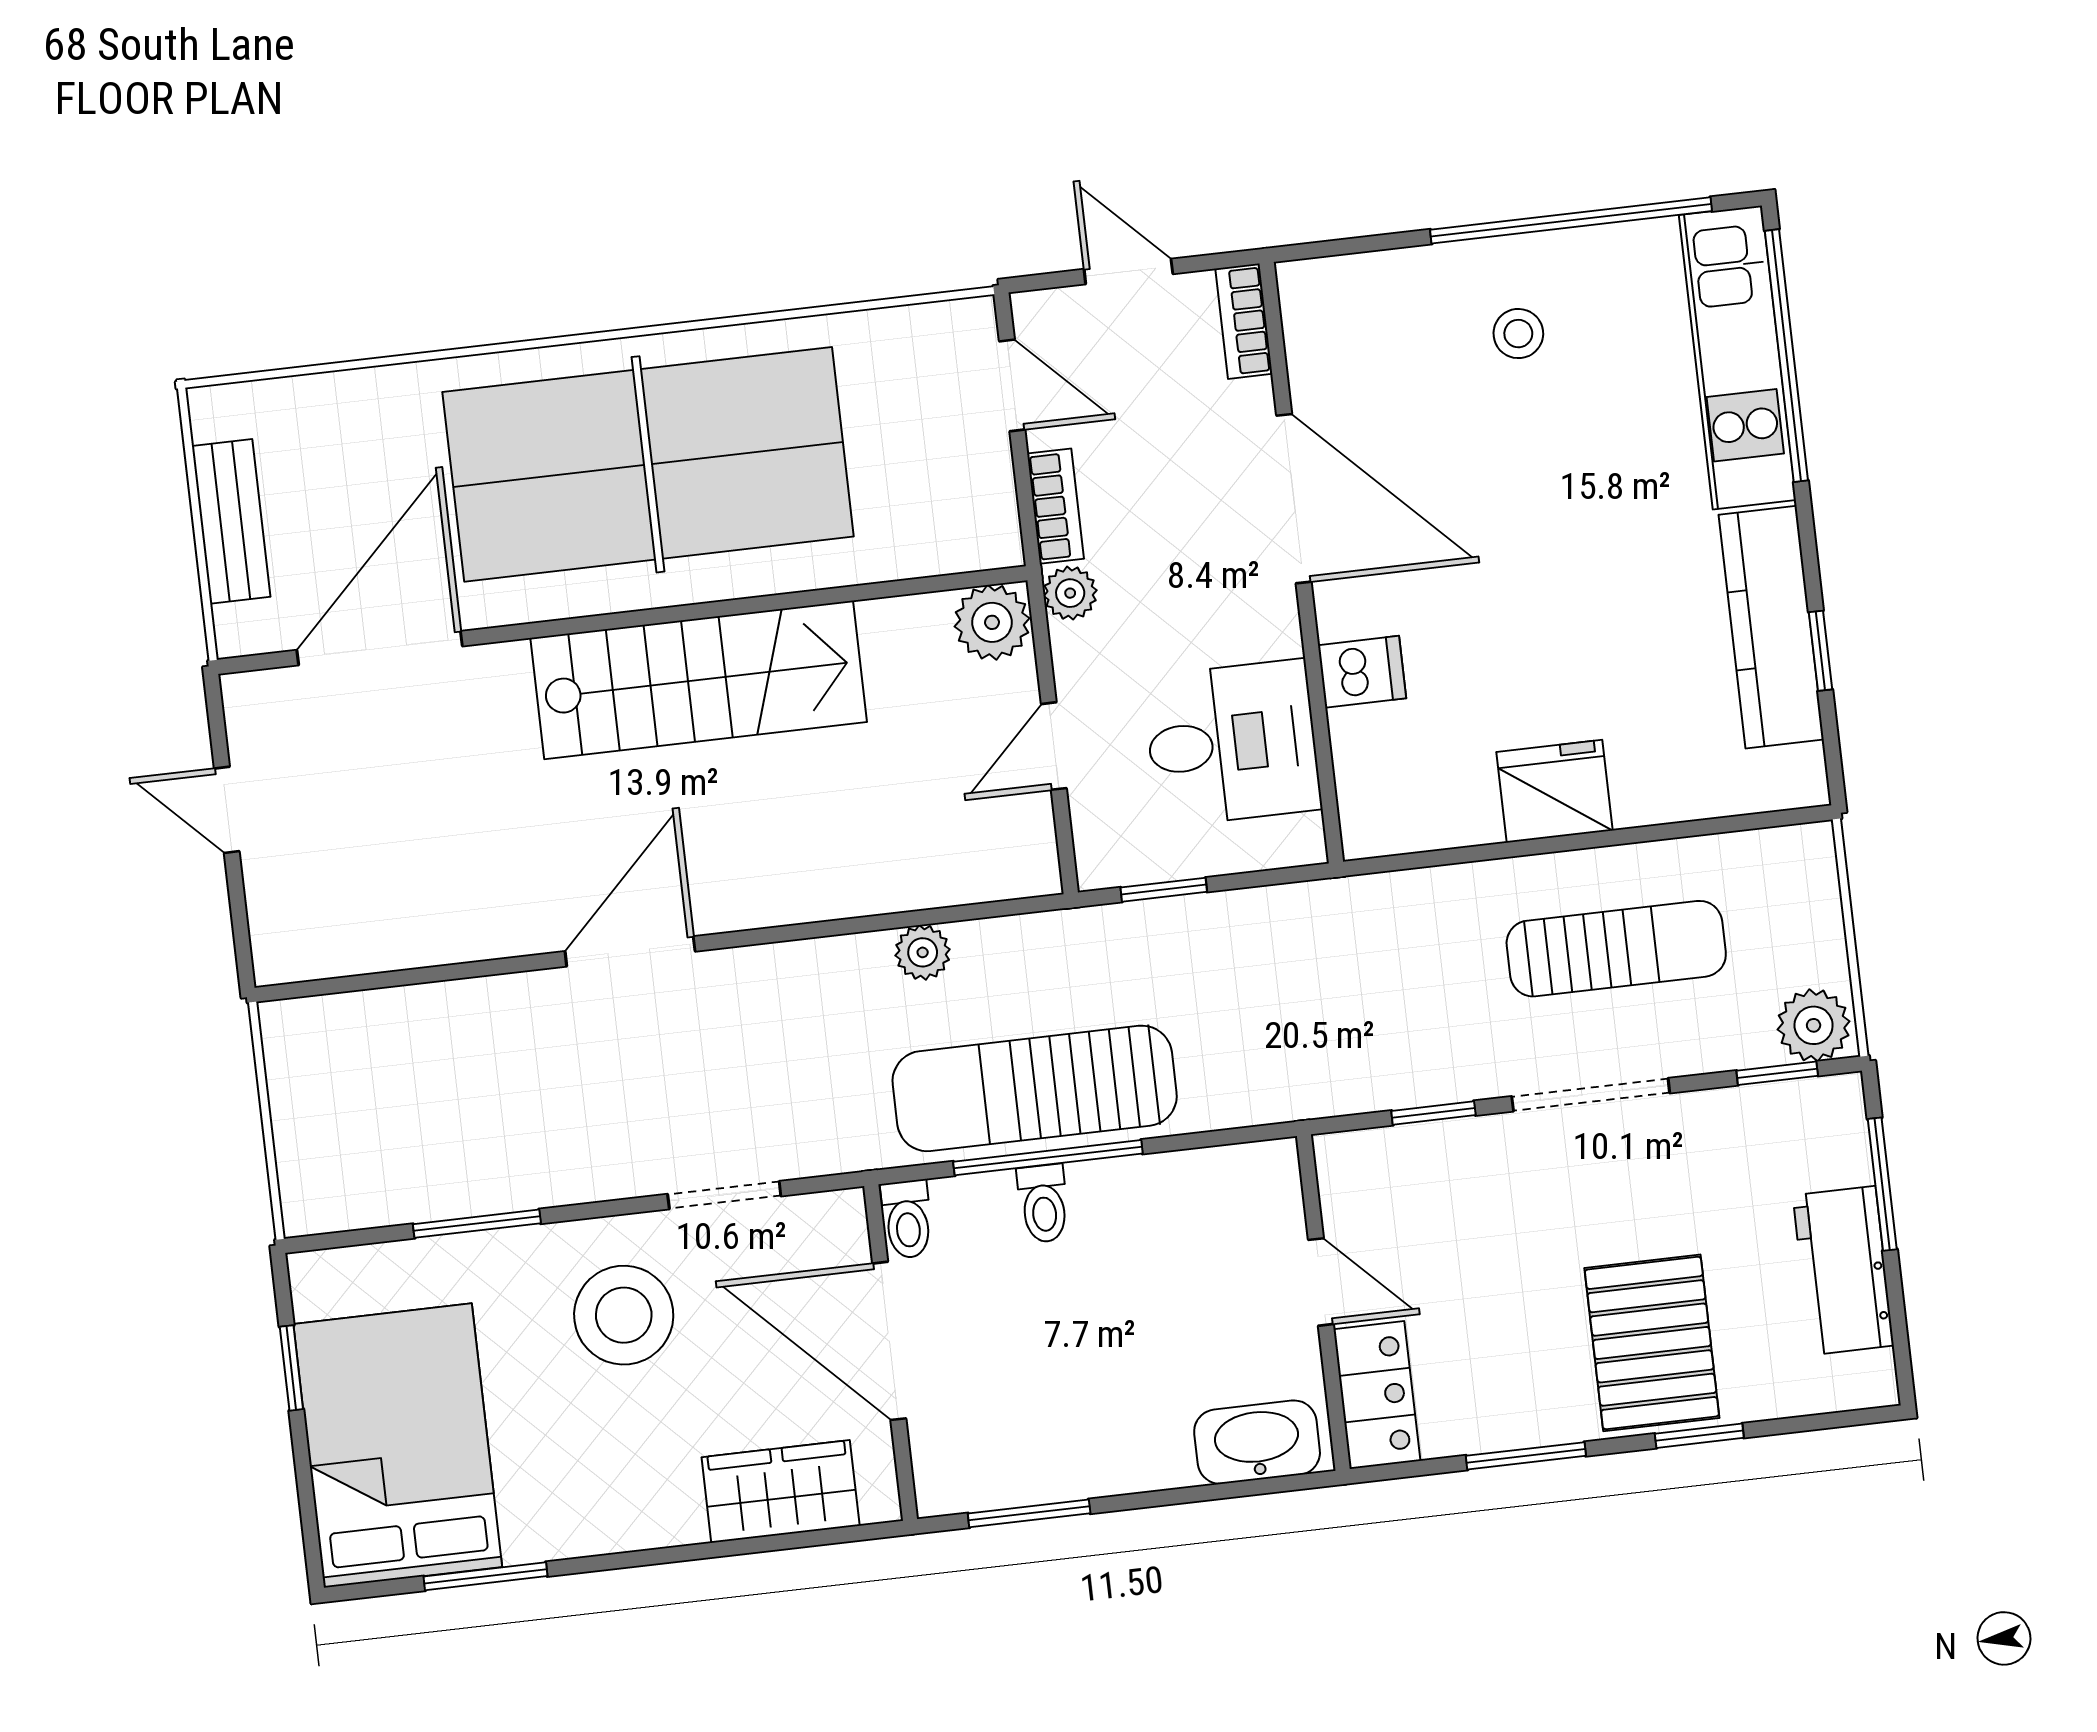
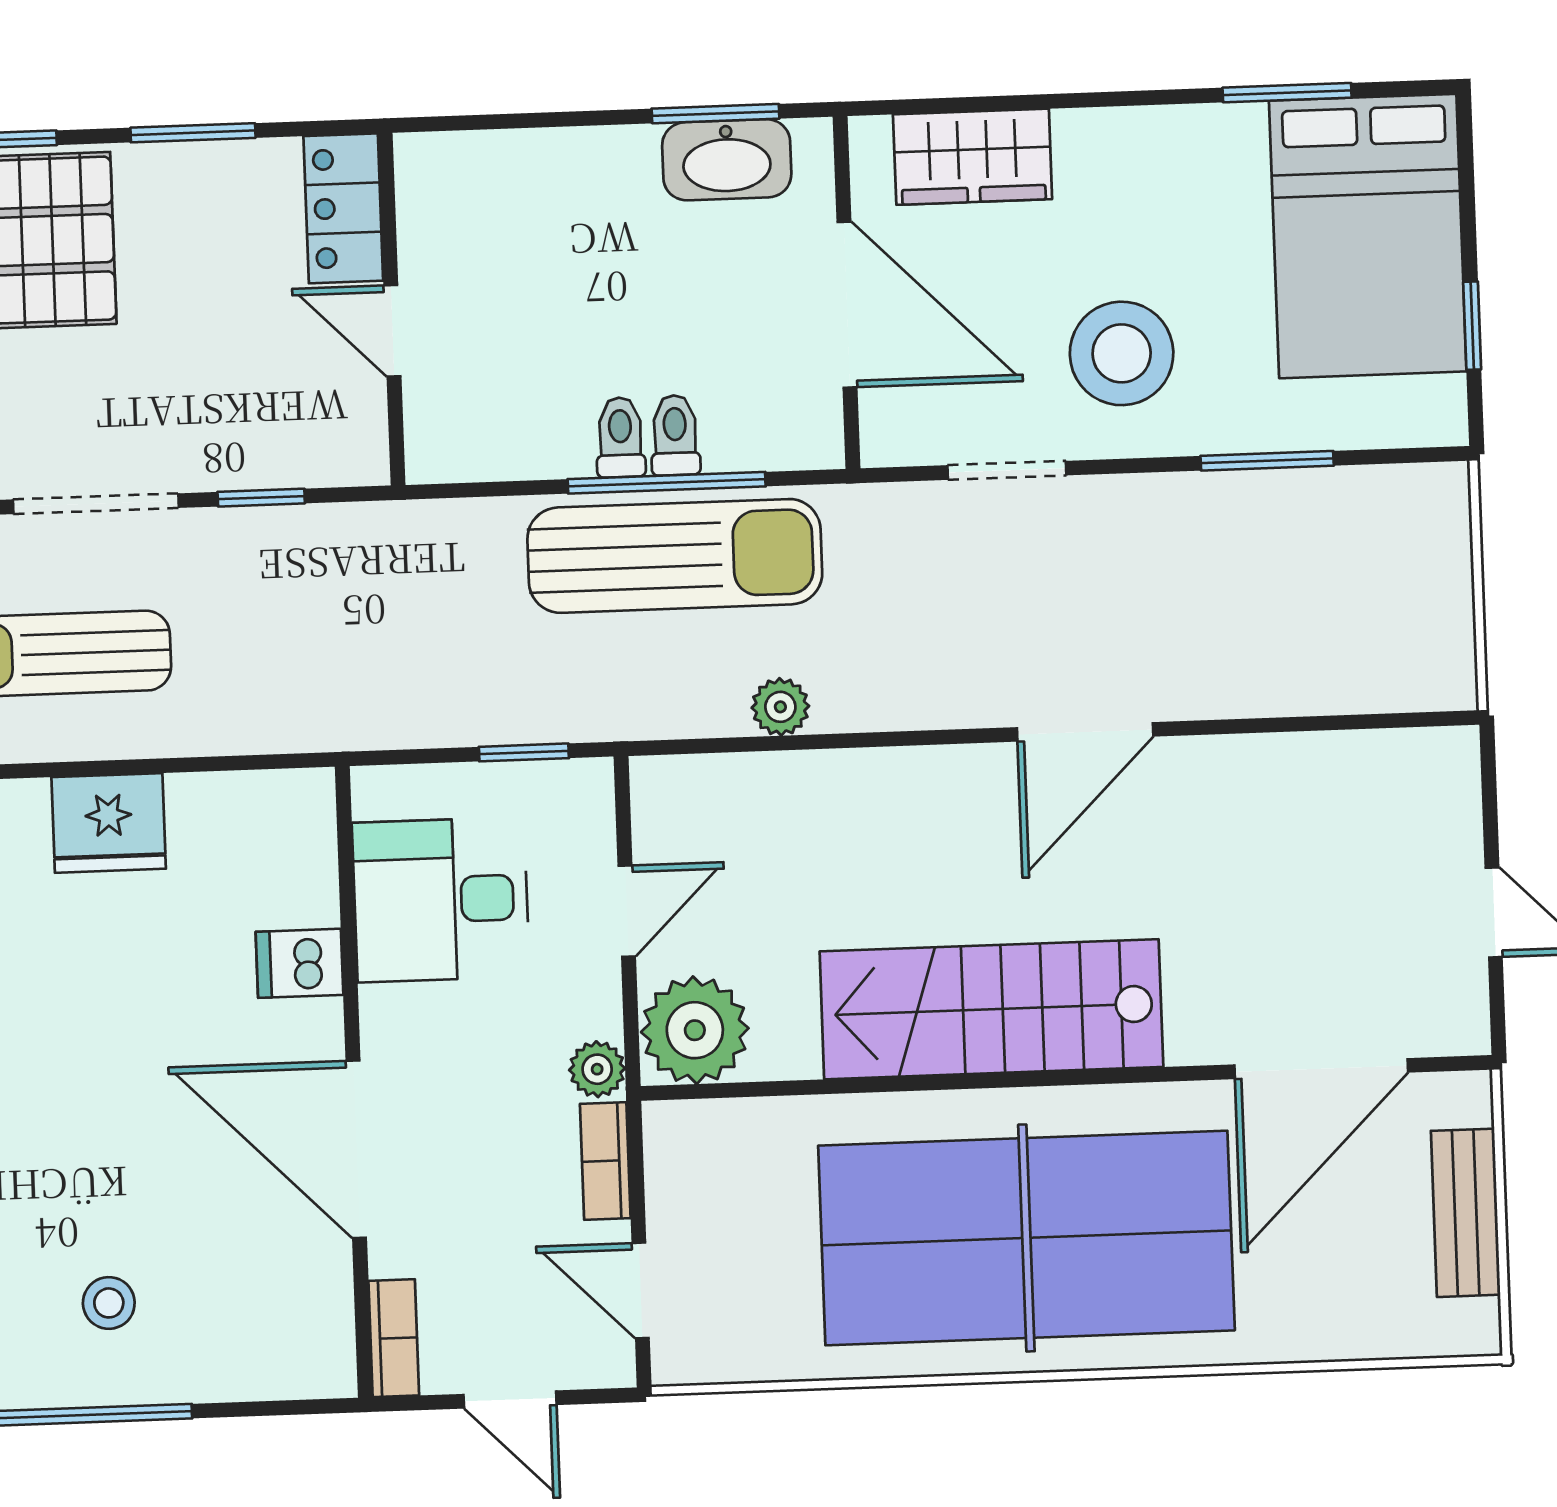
plant: (992, 622) -> (695, 1030), width x1.36, depth x1.36
toilet: (907, 1219) -> (620, 437), moved
washbasin: (1257, 1442) -> (727, 160), moved

